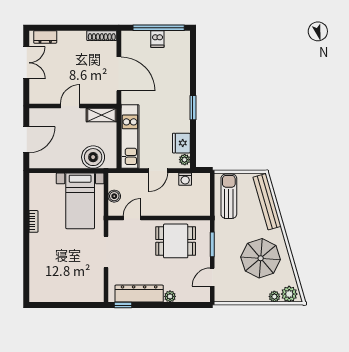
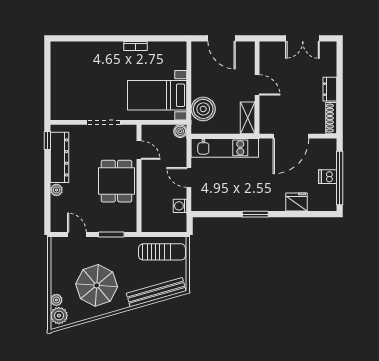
dresser: (45, 37) -> (330, 89), moved
fridge: (181, 143) -> (296, 202), moved
plant: (185, 160) -> (200, 205), removed
boiler: (114, 196) -> (180, 131), moved
dining table: (176, 241) -> (116, 181), moved

